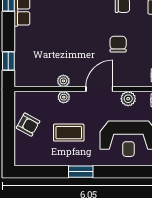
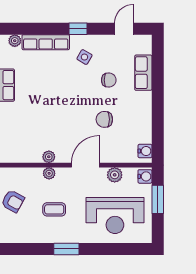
chair: (118, 44) -> (104, 119), turned -90
coffee table: (69, 133) -> (54, 209), width x0.73, depth x0.77

